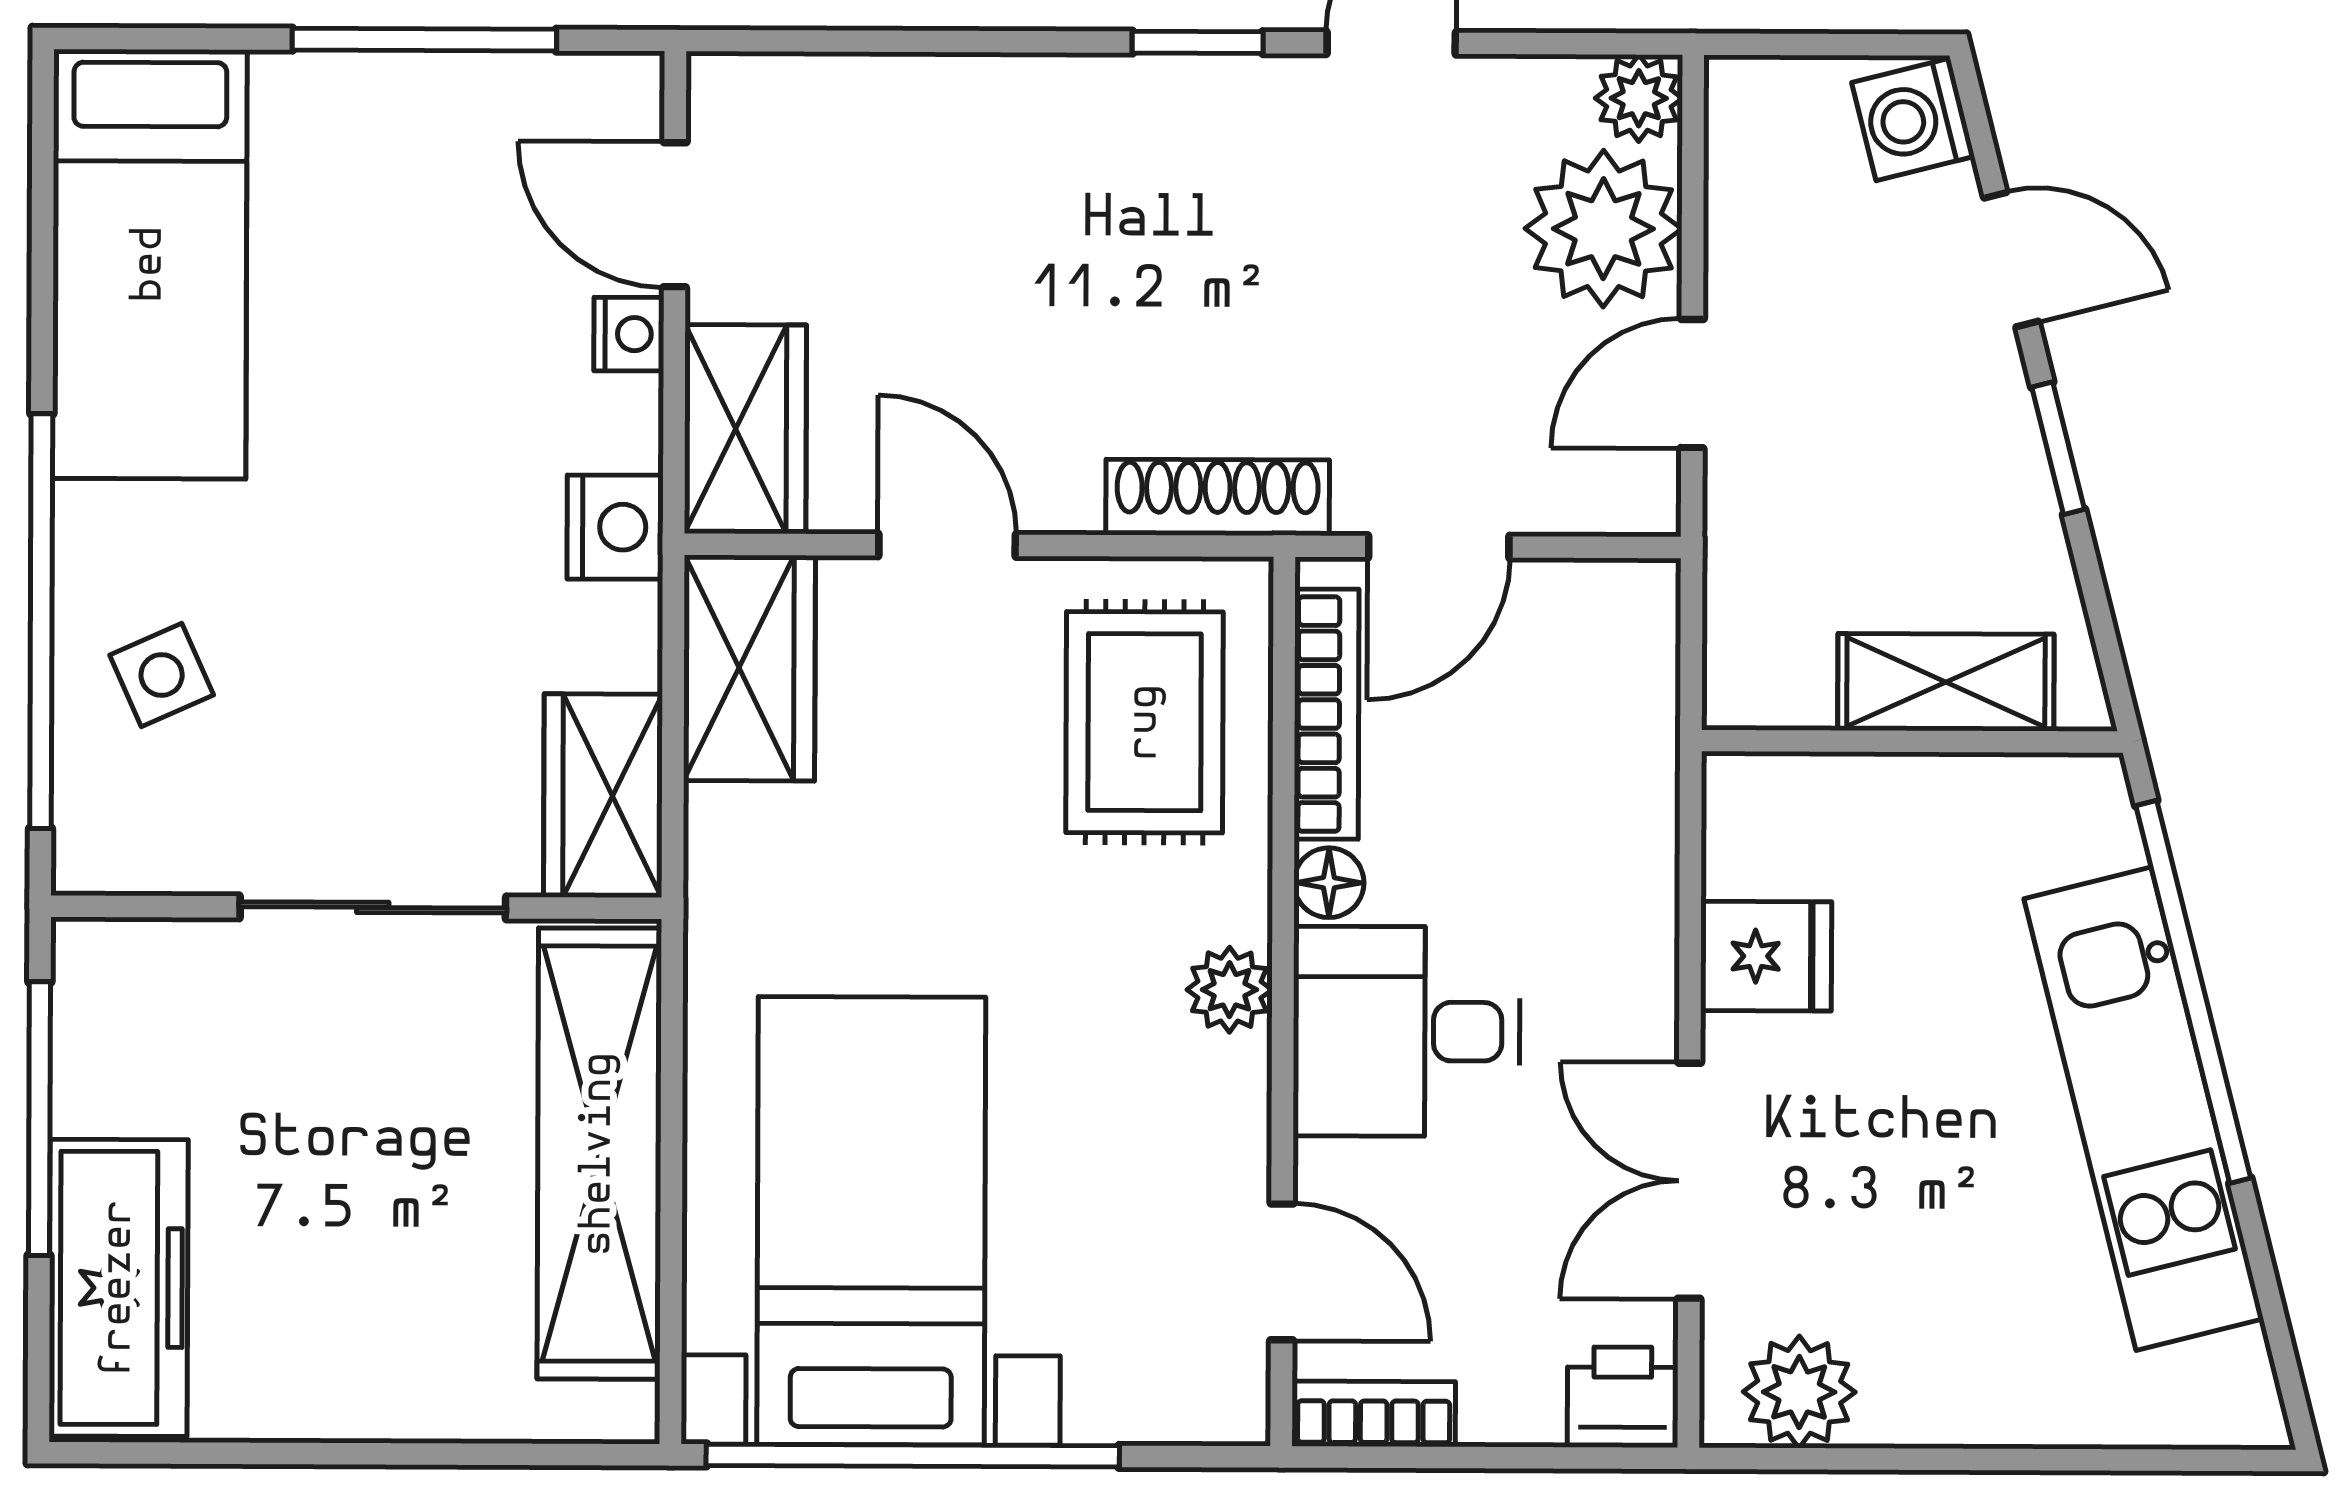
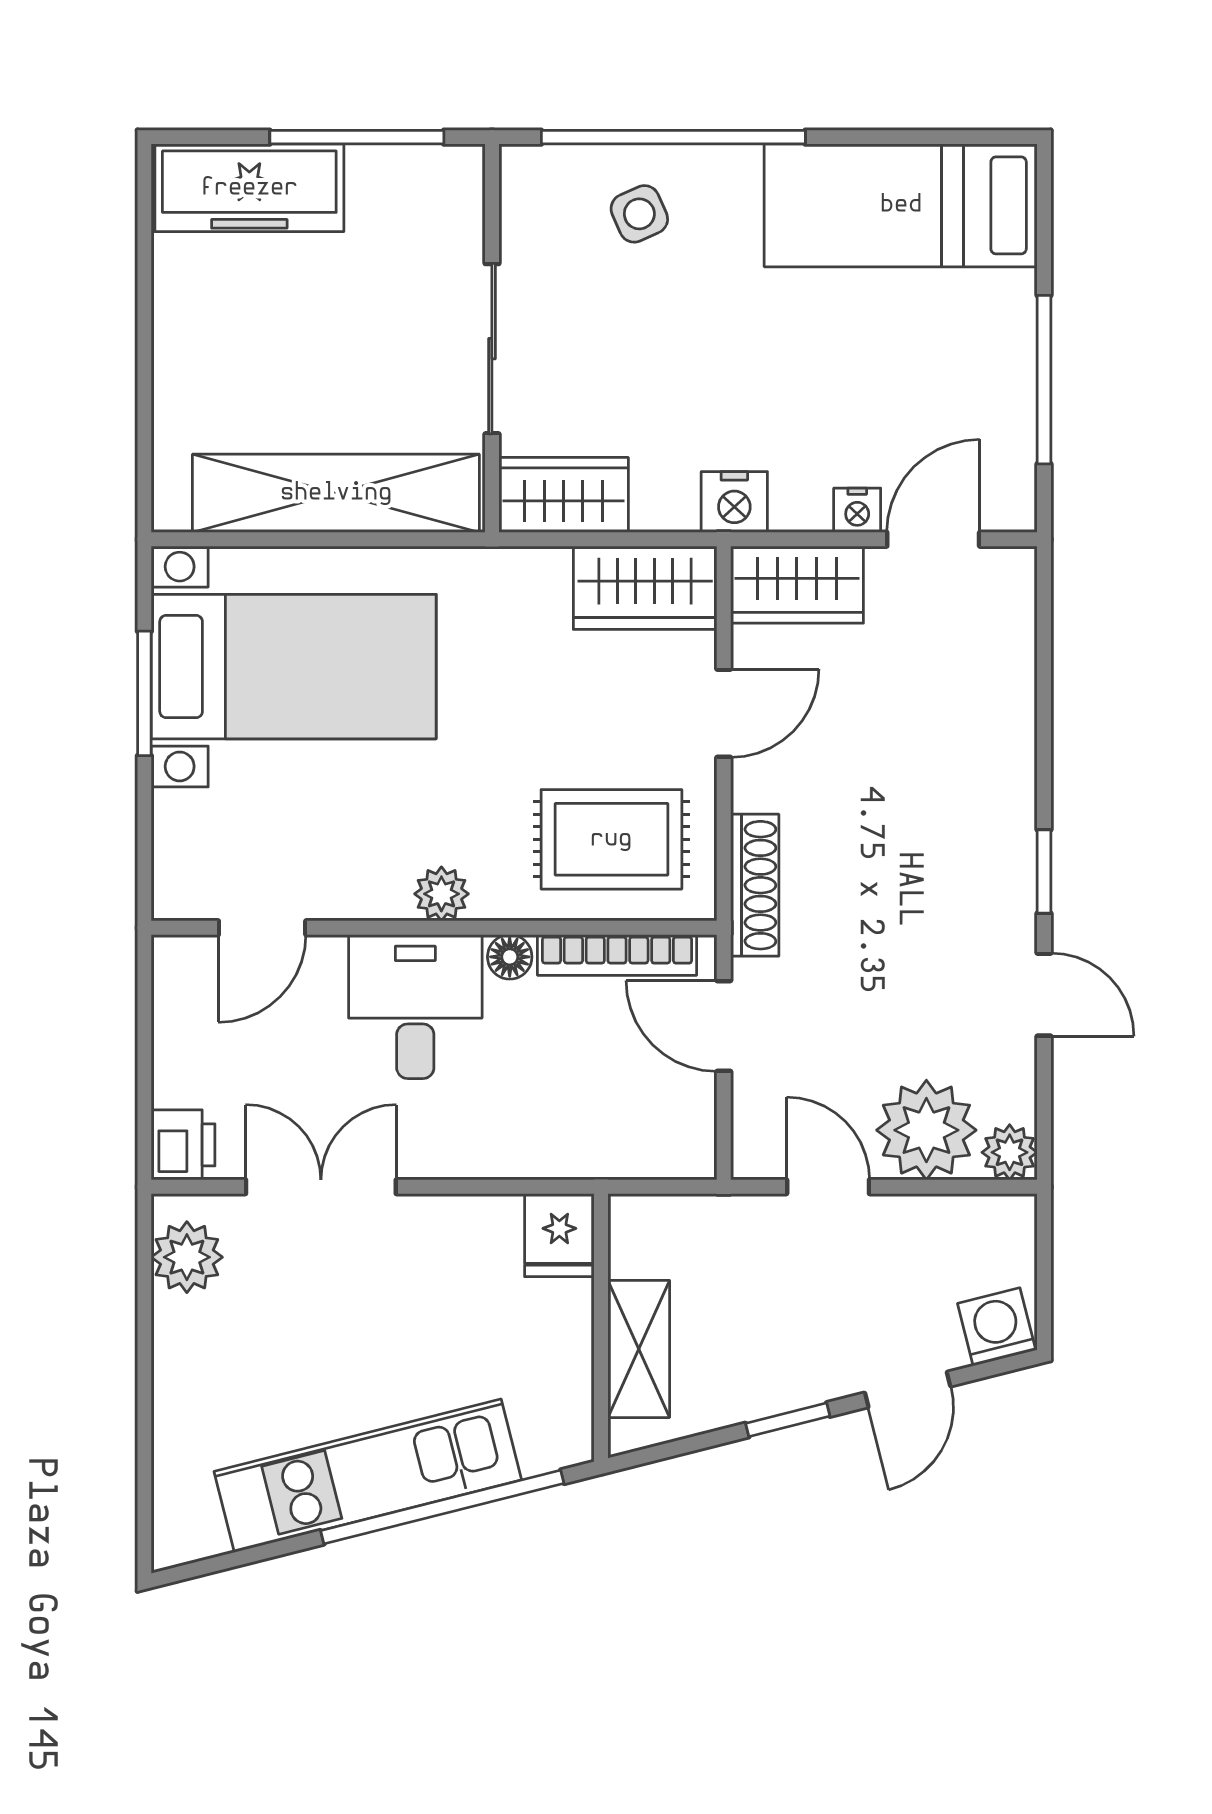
fridge: (1766, 956) -> (559, 1235), moved
bookcase: (1374, 1414) -> (172, 987), removed
window: (913, 1456) -> (144, 693), width x0.47

